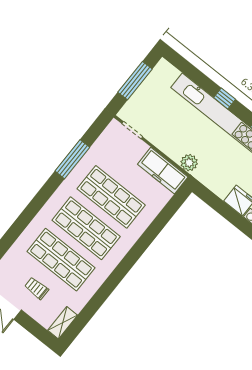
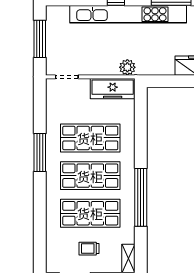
window: (72, 159) -> (40, 153), moved
window: (114, 280) -> (141, 197), added

